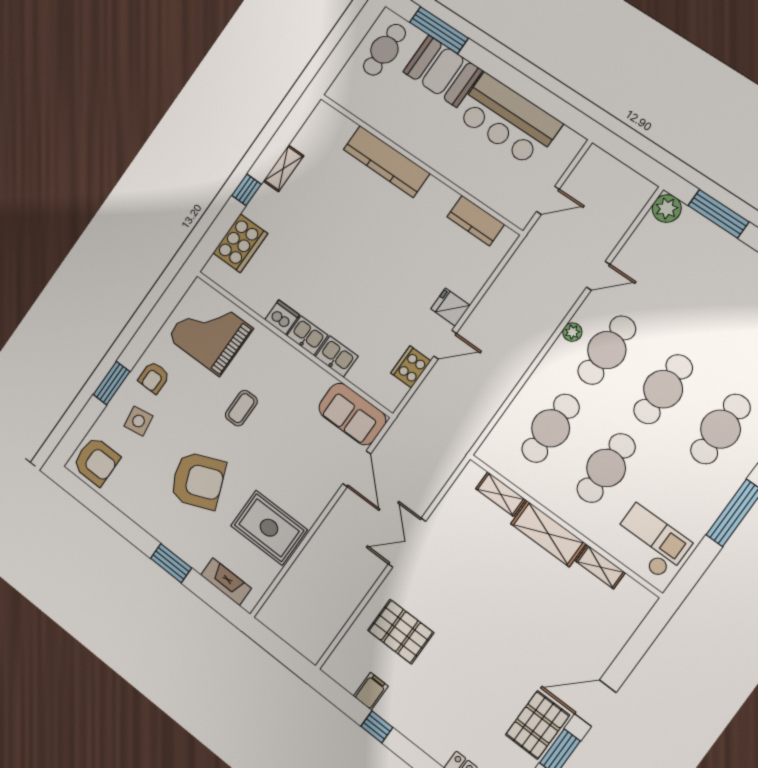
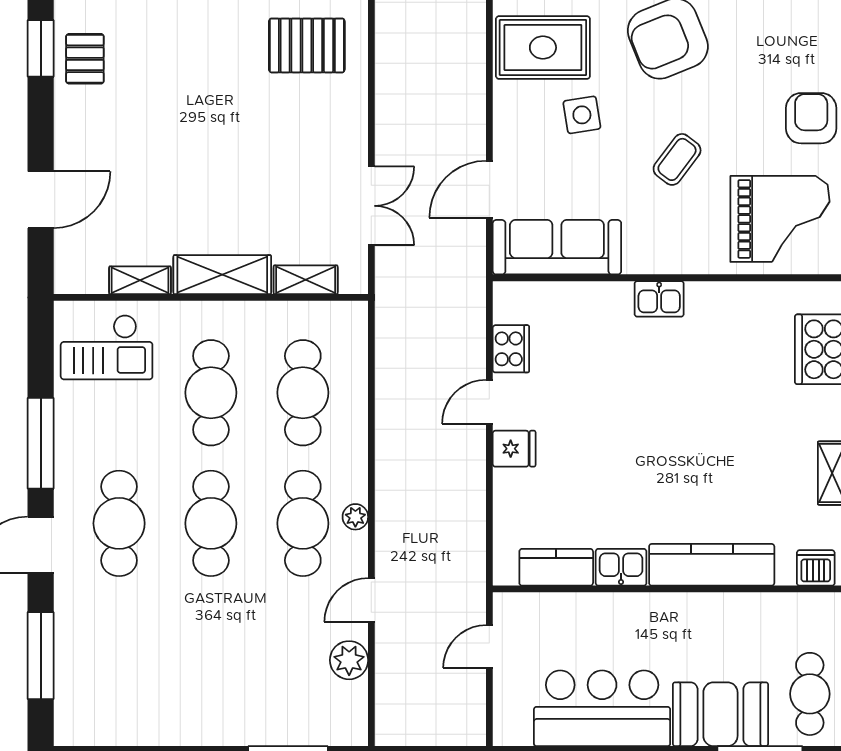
plant: (667, 208) -> (349, 660), moved
dishwasher: (282, 317) -> (816, 568), moved, turned 180
kitchen sink: (337, 356) -> (621, 567), moved, turned 180
armchair: (154, 378) -> (811, 118), width x1.38, depth x1.38
coffee table: (241, 408) -> (677, 159), turned 37
sofa: (352, 414) -> (557, 247), width x1.36
side table: (139, 421) -> (582, 115), moved
door: (357, 469) -> (489, 189), hinge flipped
double door: (407, 543) -> (371, 206), moved
door: (595, 703) -> (41, 200), moved
pallet: (537, 725) -> (85, 59), width x0.67, depth x0.71

